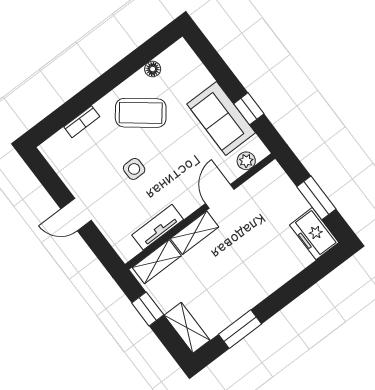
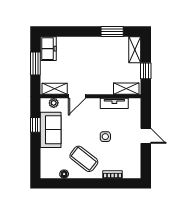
shelving: (195, 233) -> (55, 89), moved

